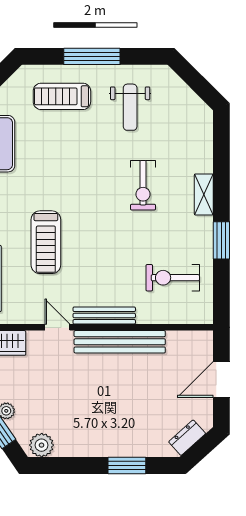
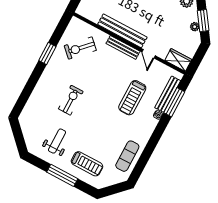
shelving: (204, 194) -> (44, 80), removed
treadmill: (46, 242) -> (132, 98), turned 180
exercise bike: (173, 278) -> (80, 48), turned 134

